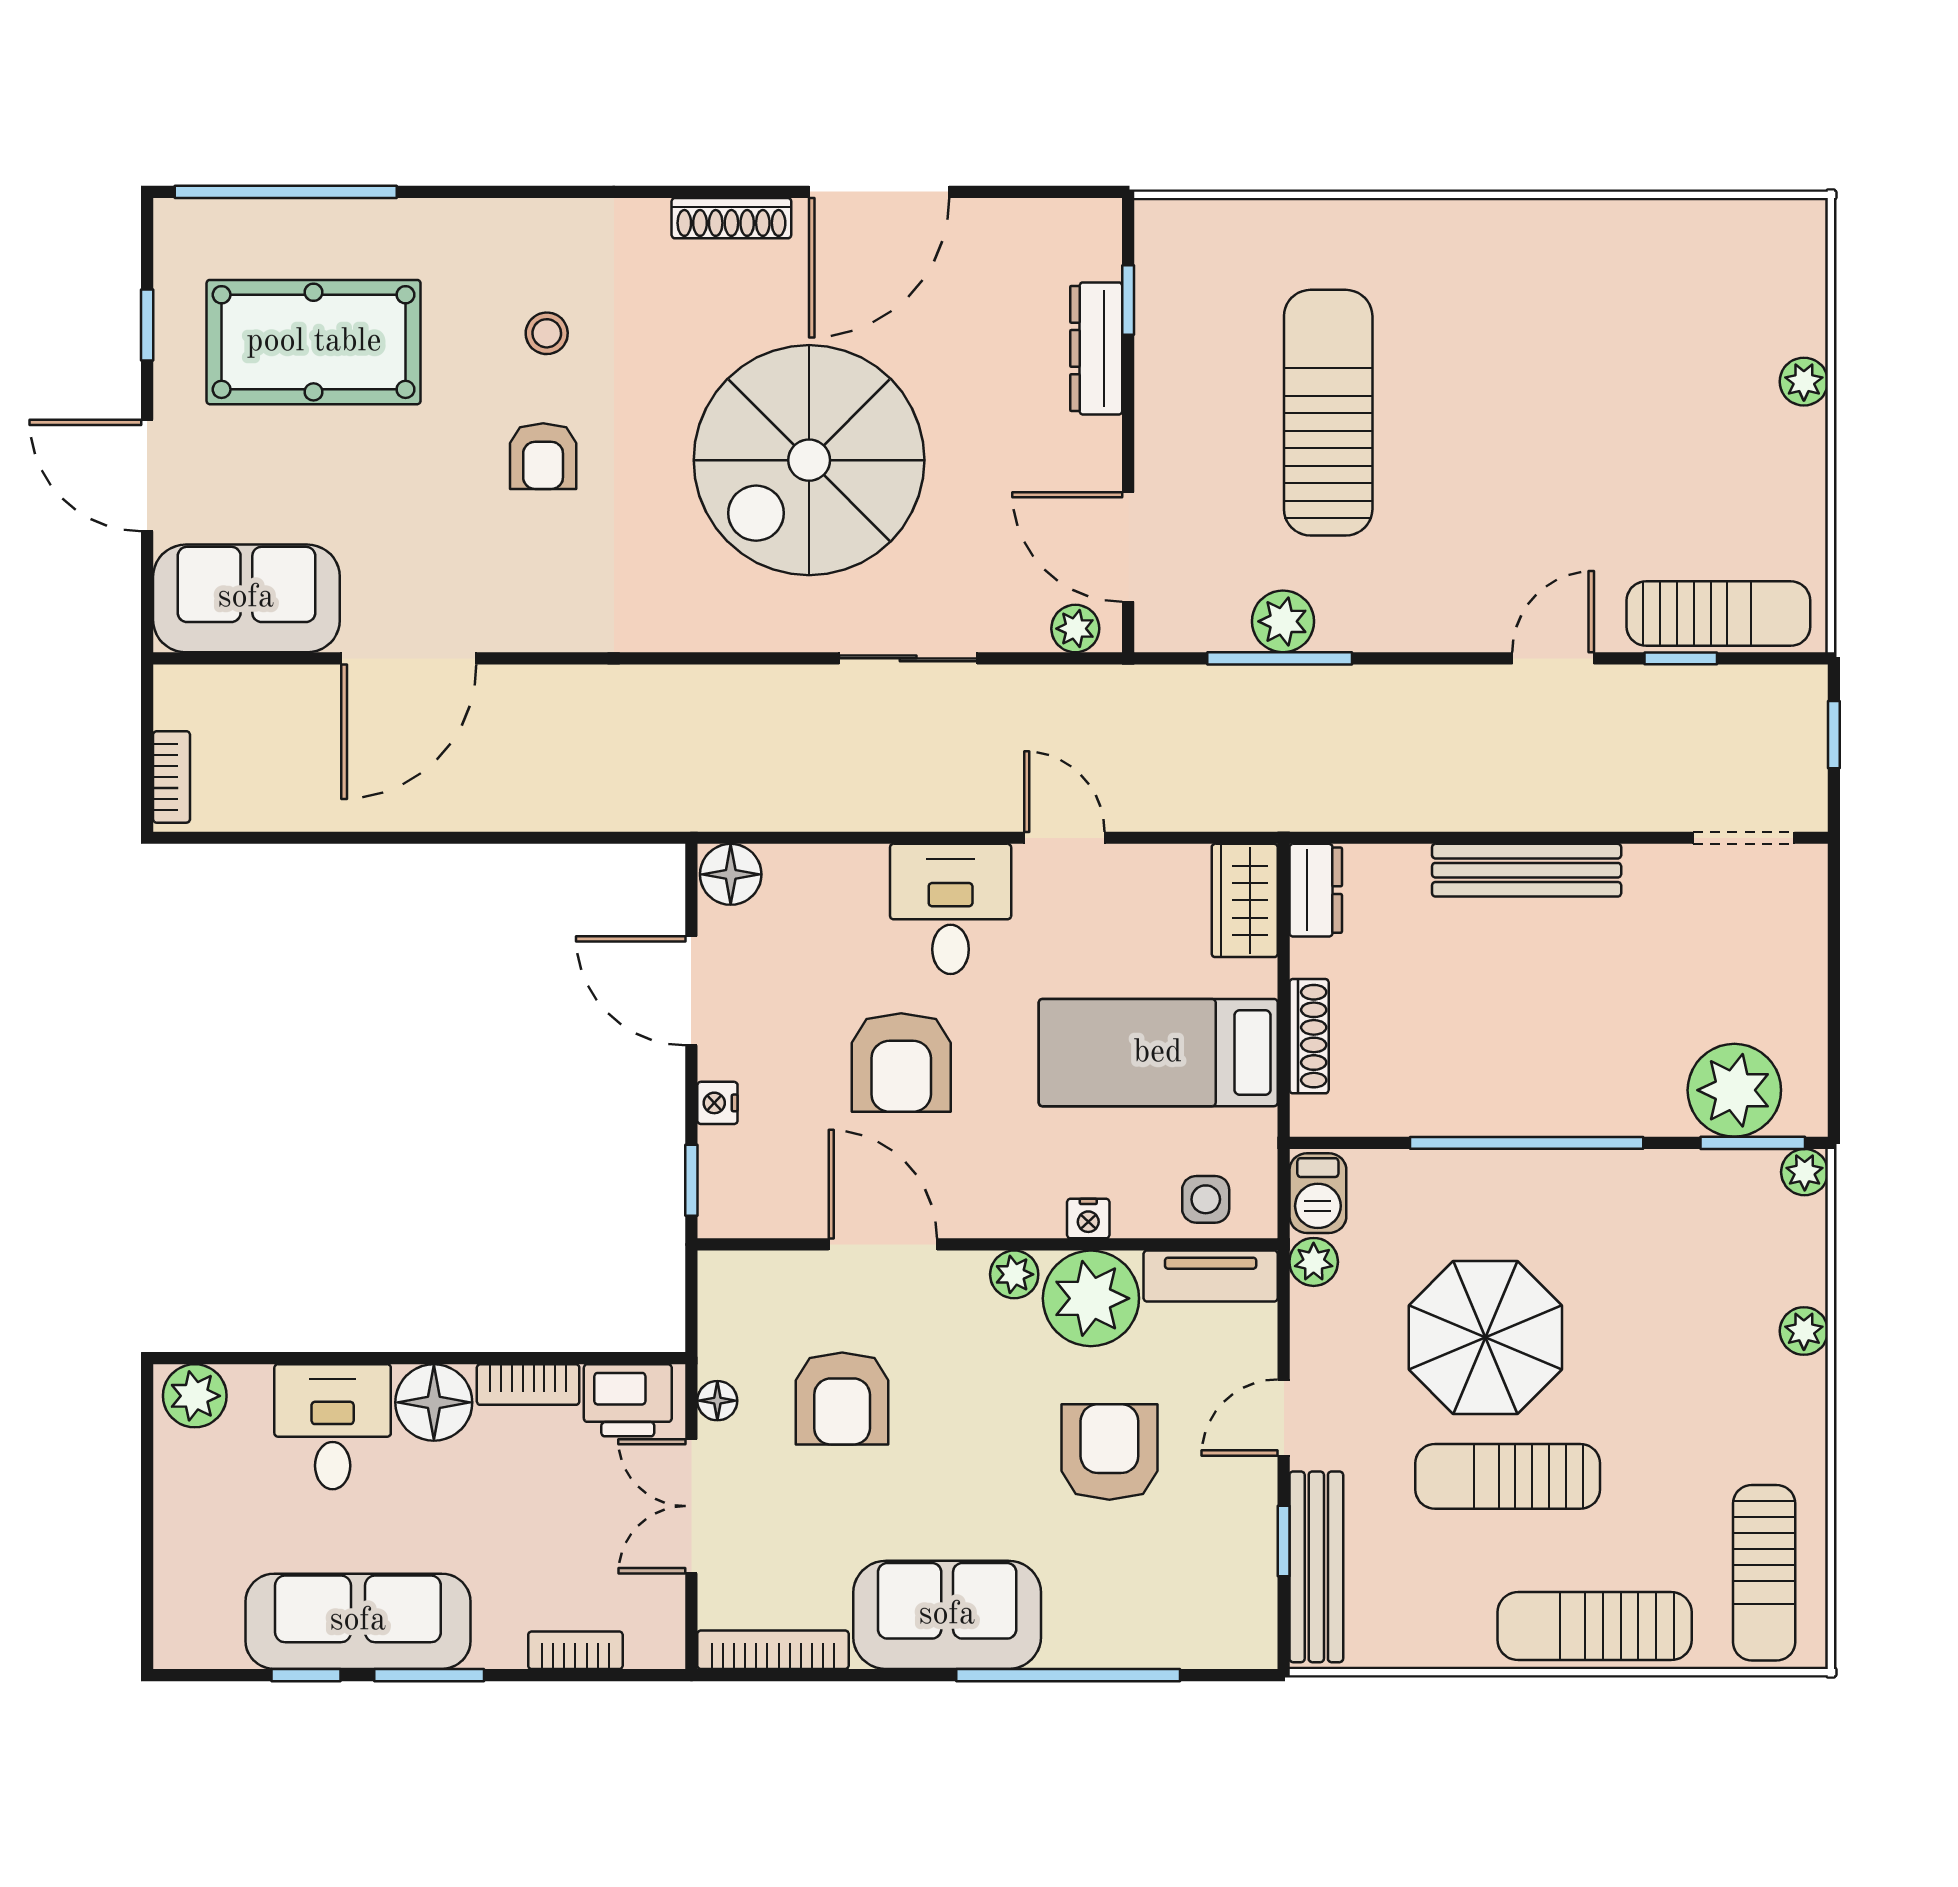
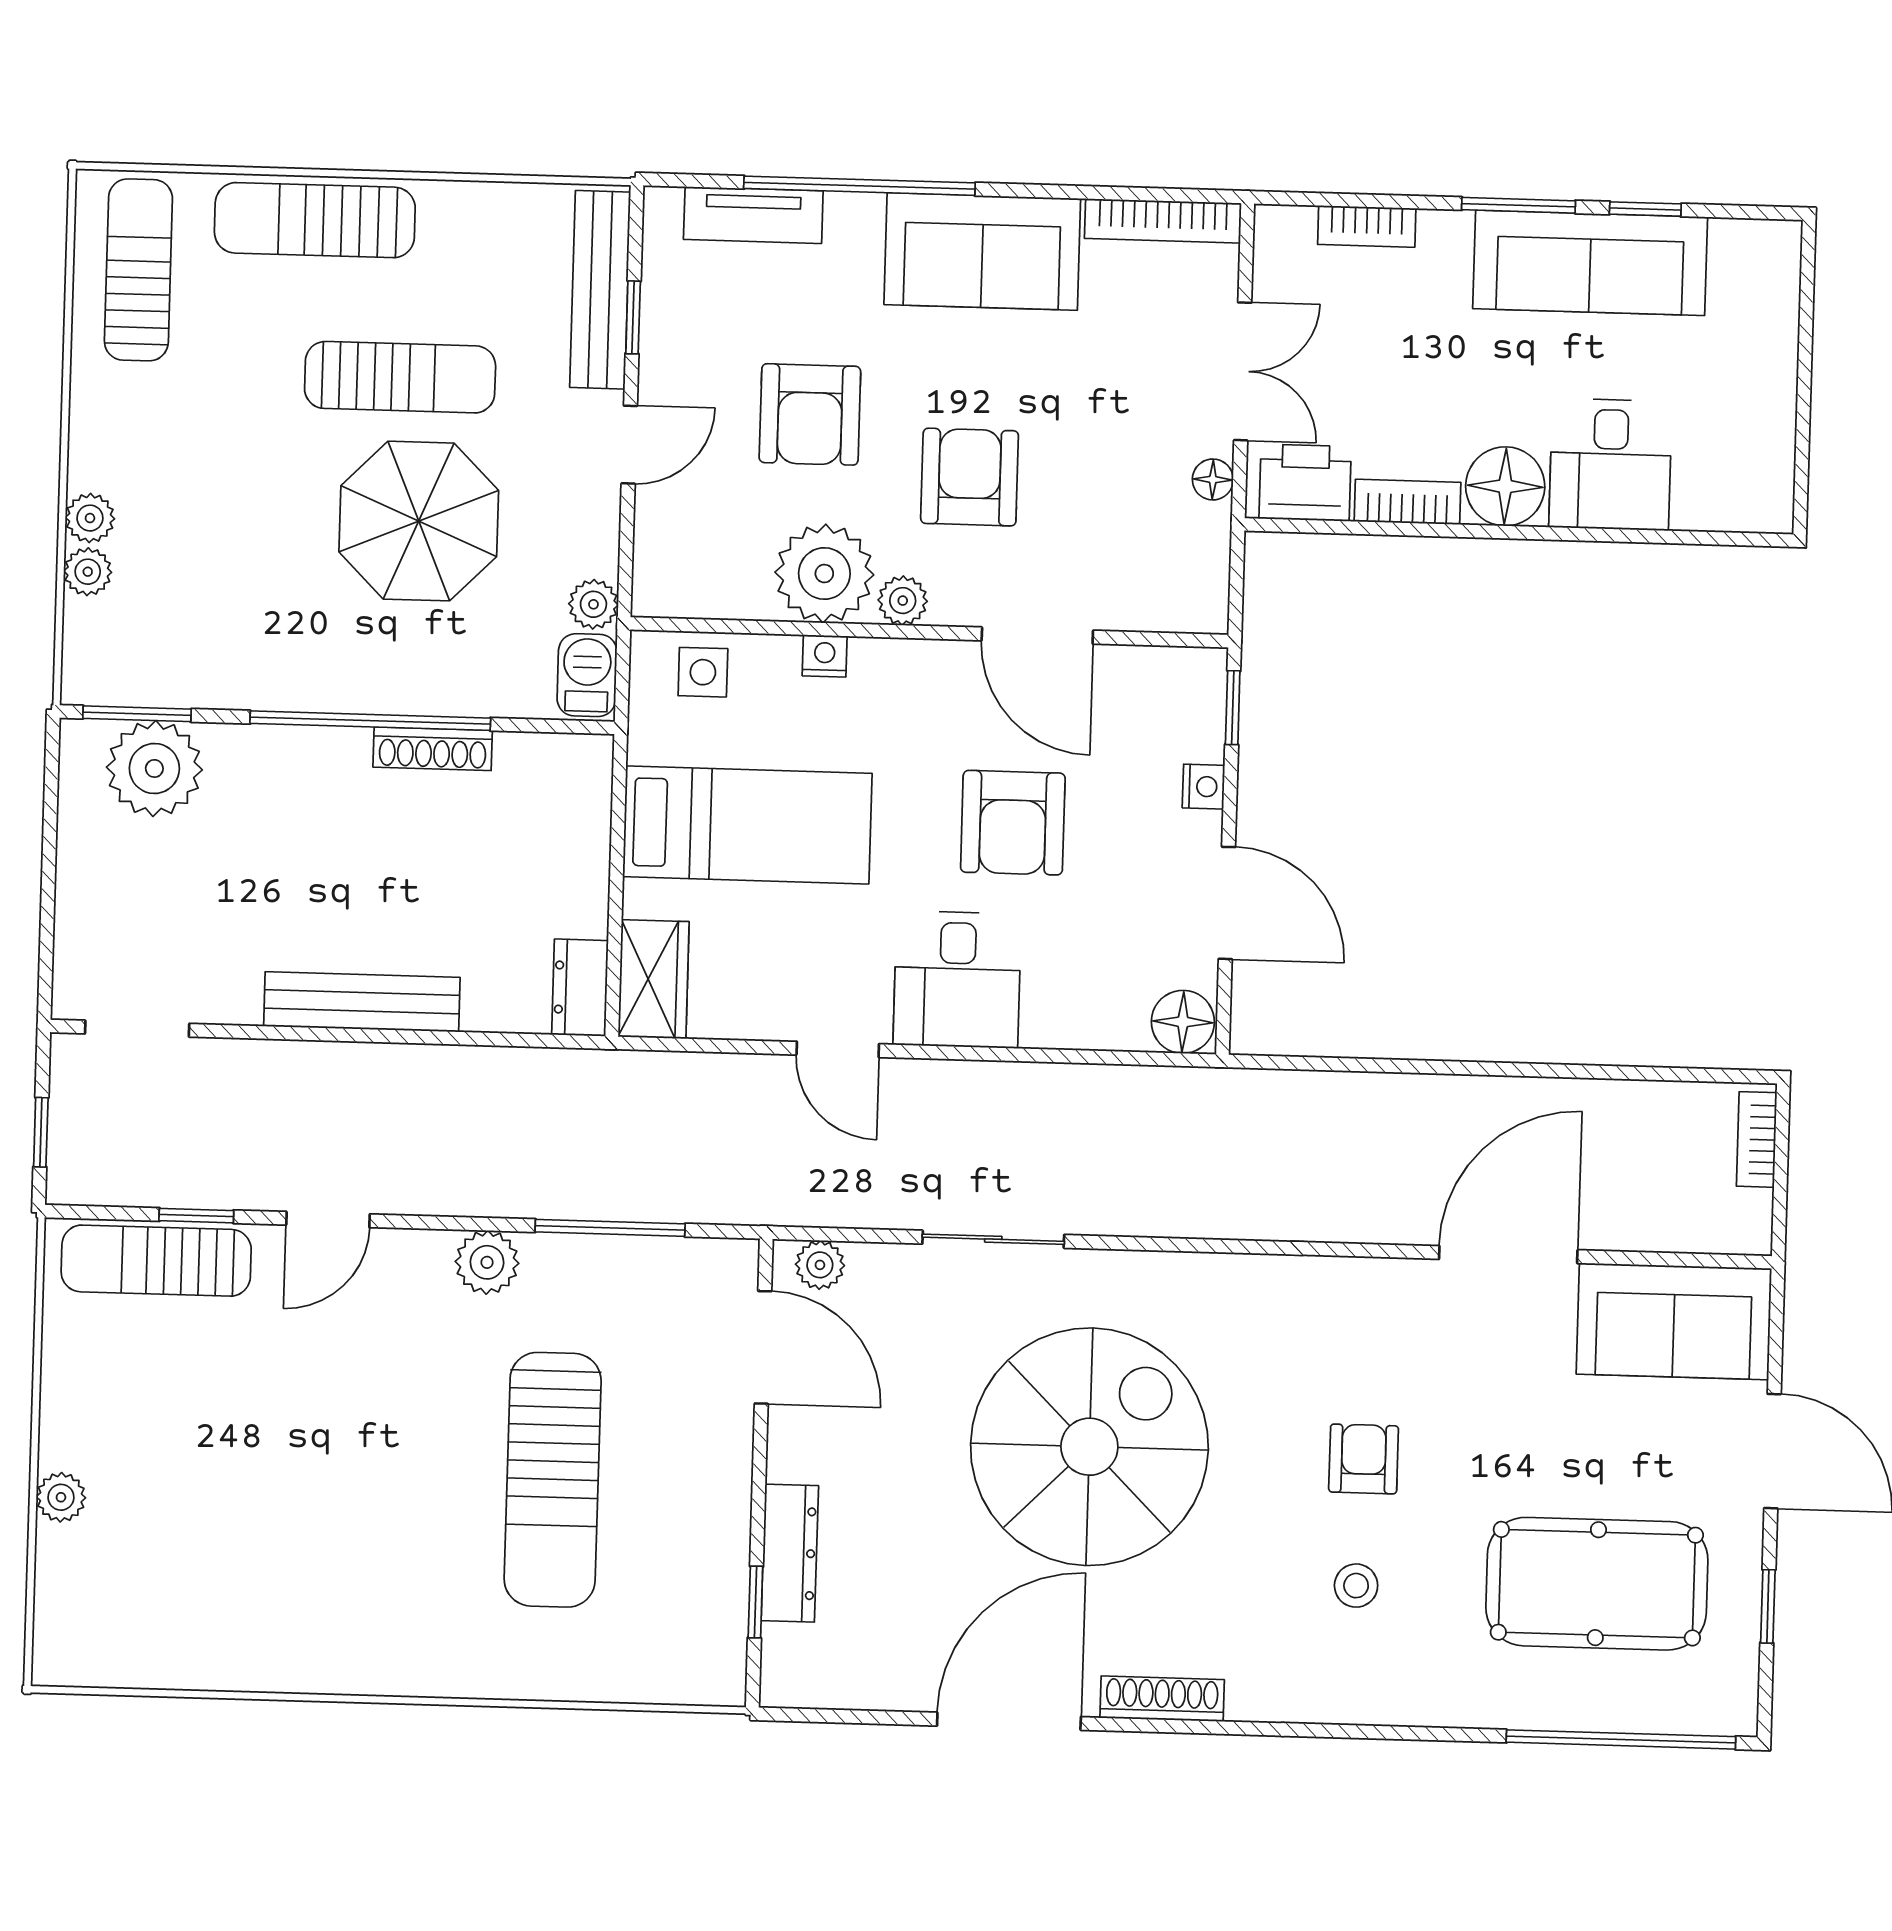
plant: (1283, 621) -> (487, 1262), moved
shoe rack: (1309, 1036) -> (433, 749), moved, turned -90
armchair: (901, 1062) -> (1013, 823), turned 180
plant: (1805, 1172) -> (88, 572), moved
tv unit: (1211, 1276) -> (753, 215), moved, turned 180
plant: (195, 1396) -> (1752, 500), removed
armchair: (842, 1399) -> (970, 477), moved
sun lounger: (1595, 1626) -> (315, 220), turned 180

